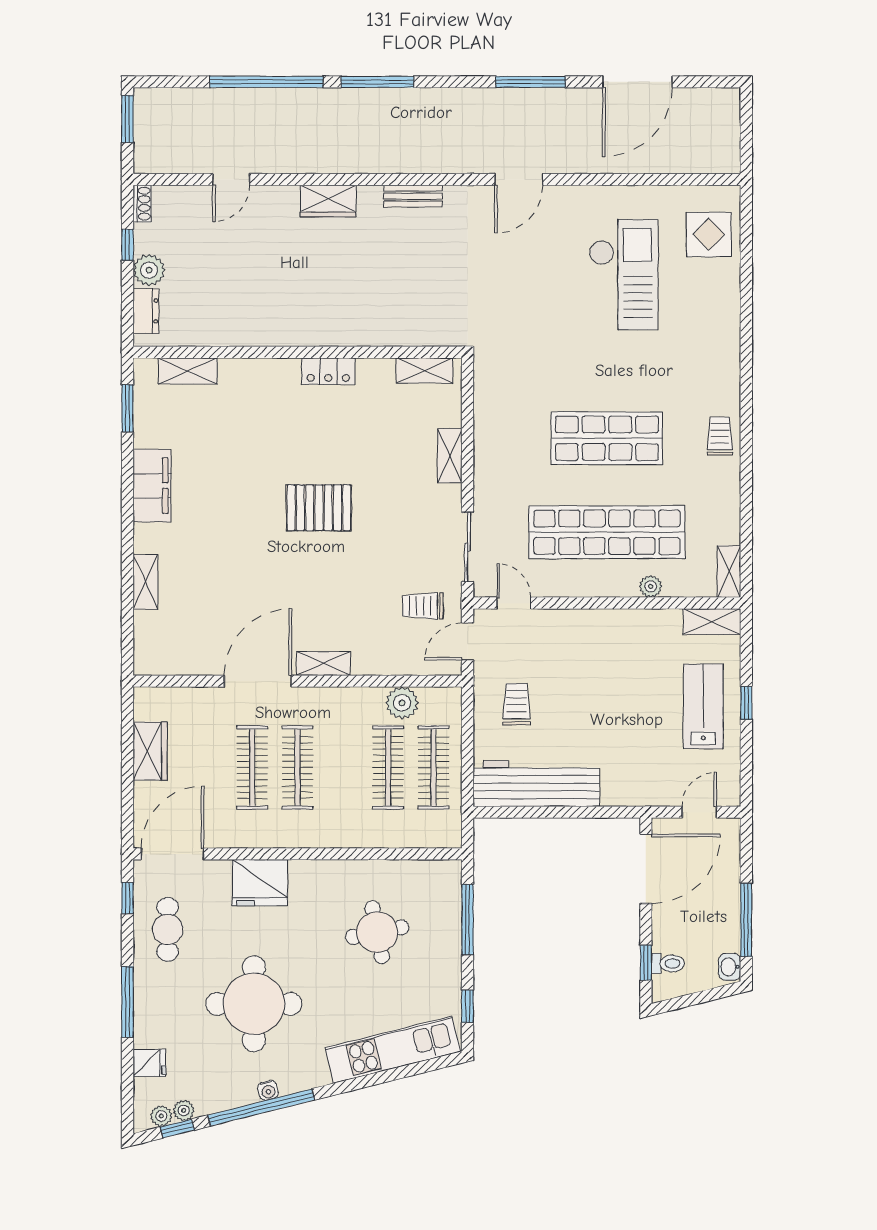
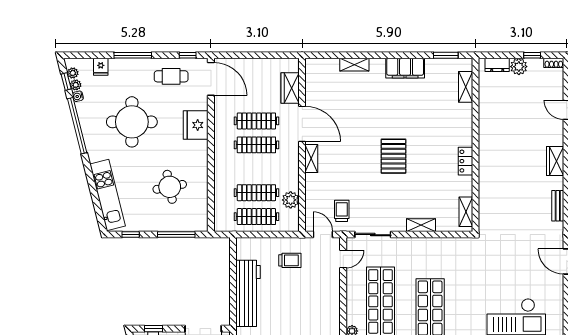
wardrobe: (150, 751) -> (290, 88), moved, turned 90
workbench: (536, 784) -> (248, 293), moved
water cooler: (268, 1090) -> (78, 96), moved

